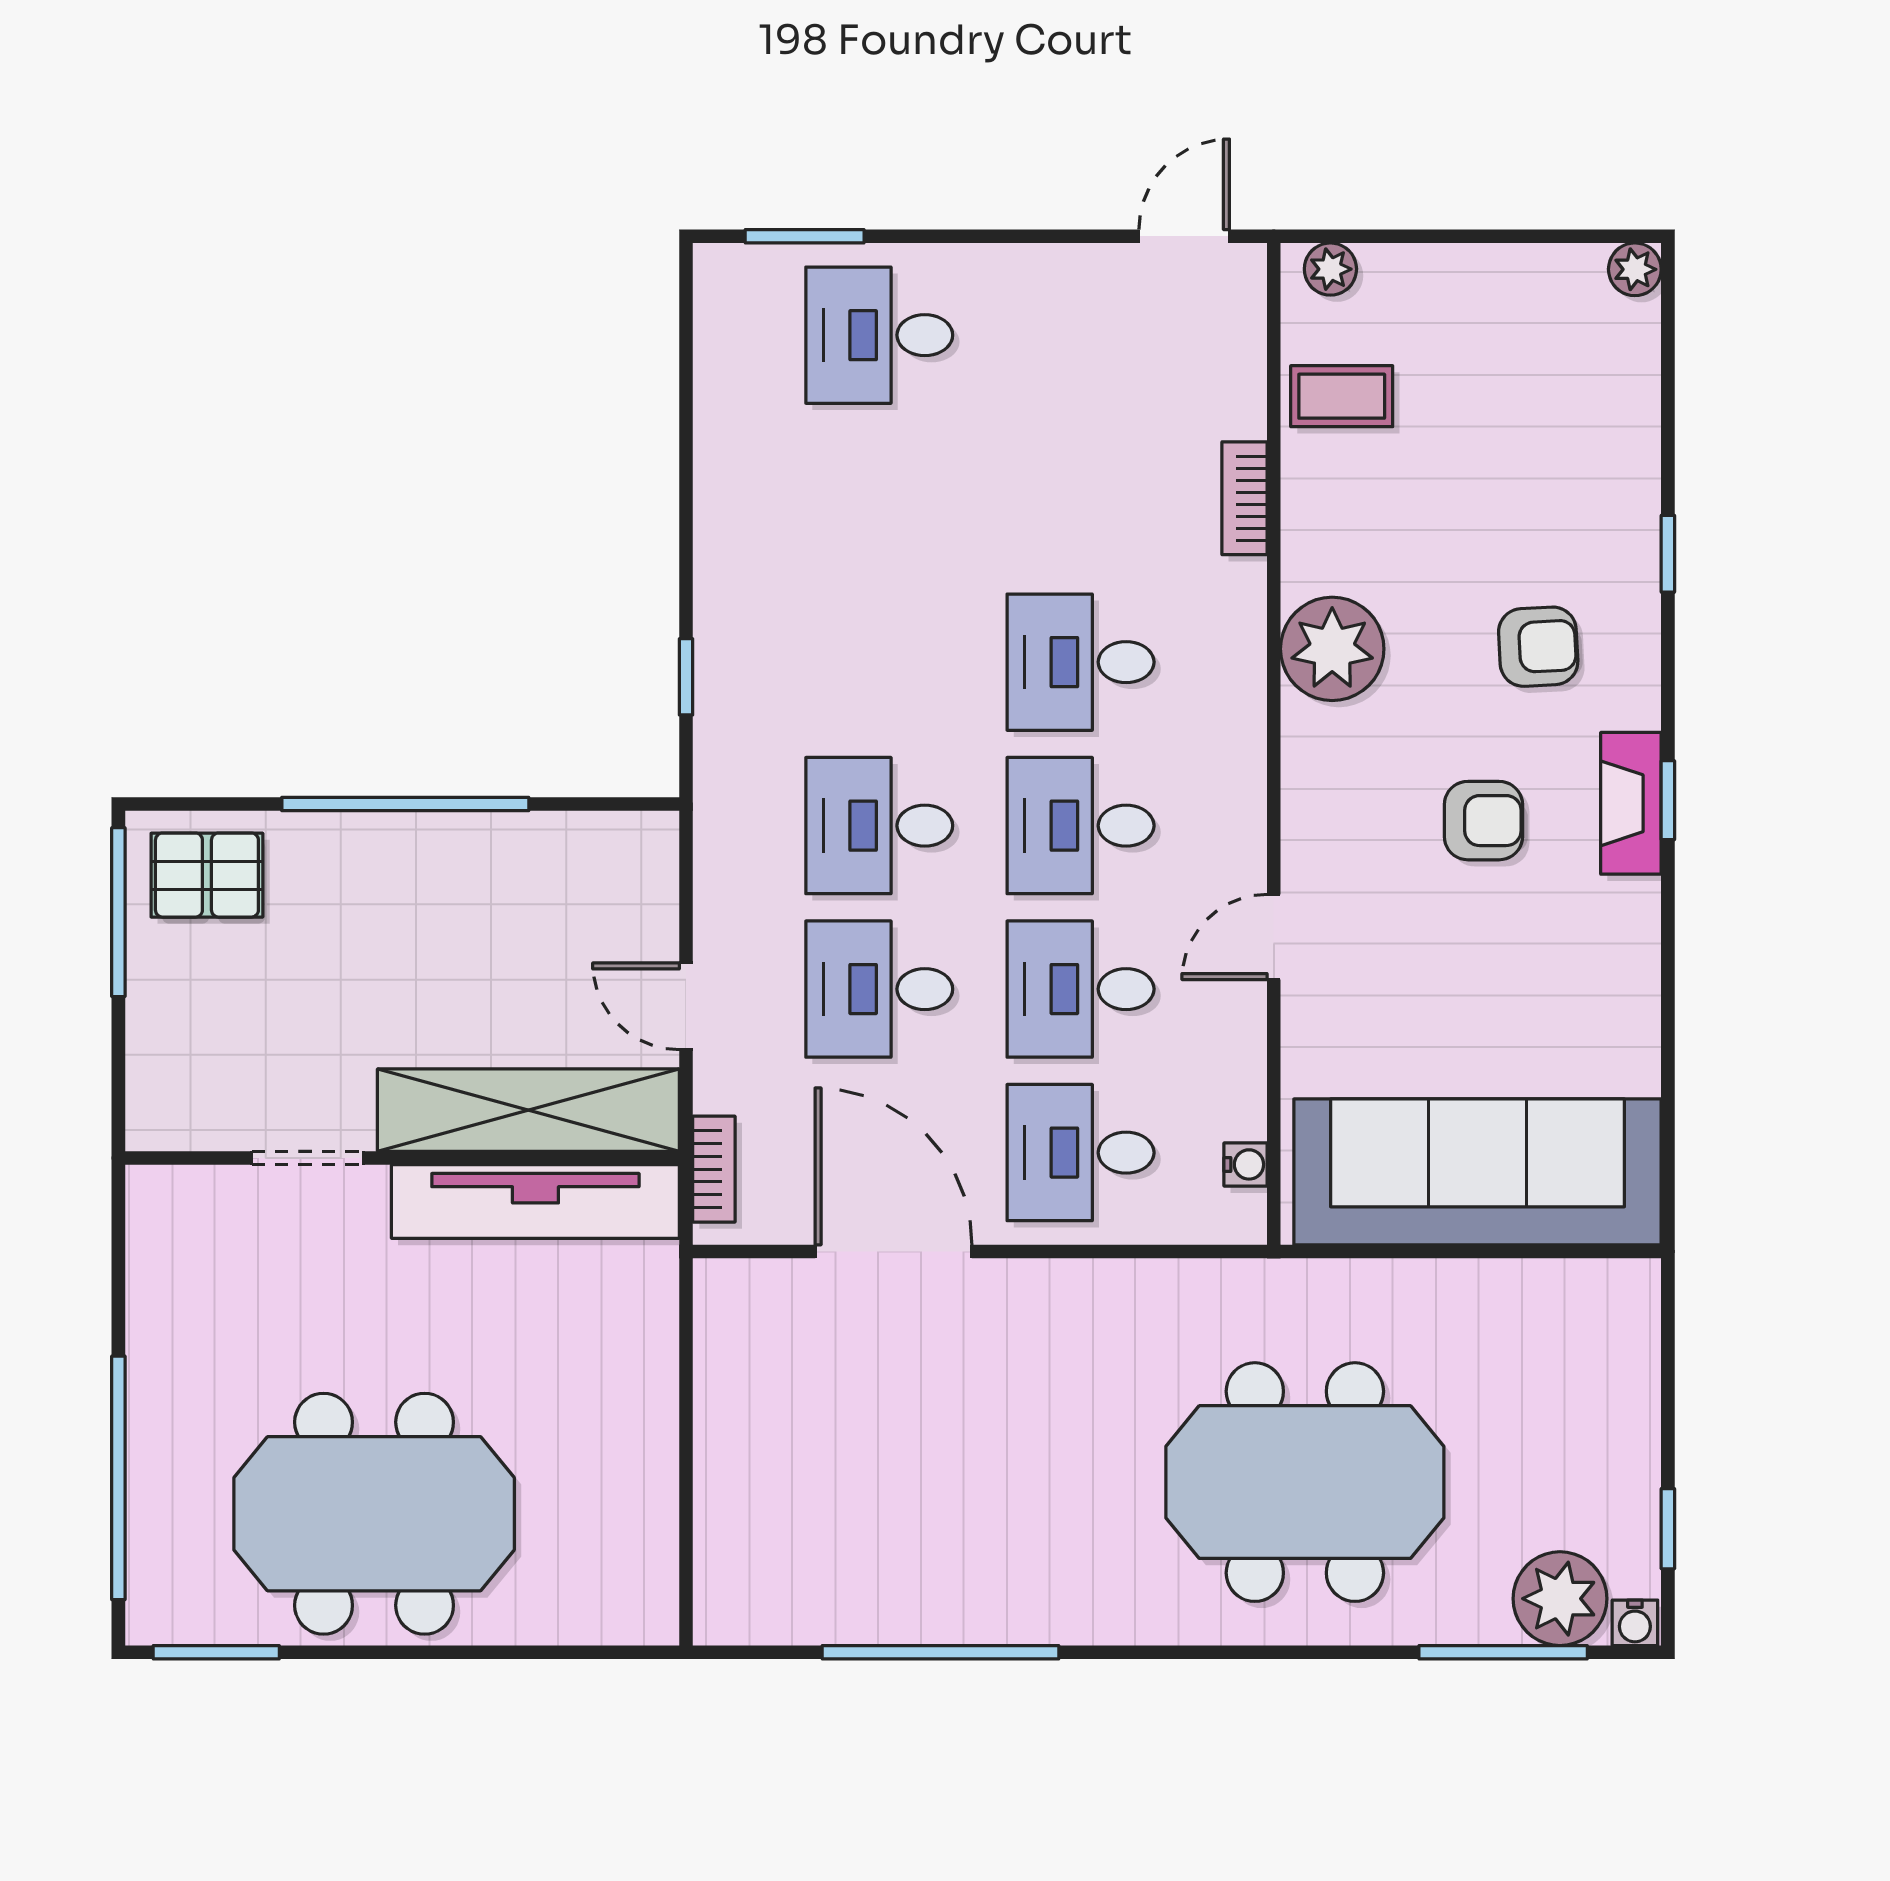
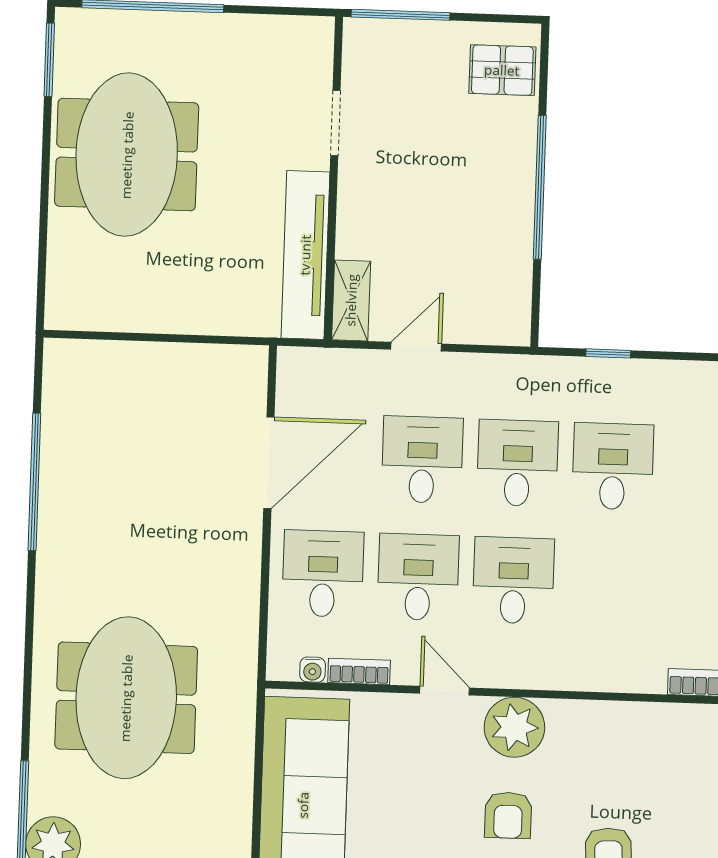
plant: (1332, 649) -> (514, 727), moved
desk: (1081, 662) -> (613, 466), moved
pallet: (207, 875) -> (502, 70), turned 90
window: (118, 912) -> (400, 15), moved
shelving: (528, 1110) -> (351, 300), width x0.45, depth x0.75
bookcase: (714, 1169) -> (359, 671), moved, turned 180

